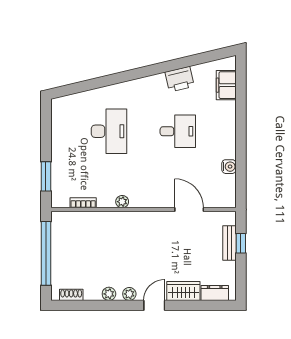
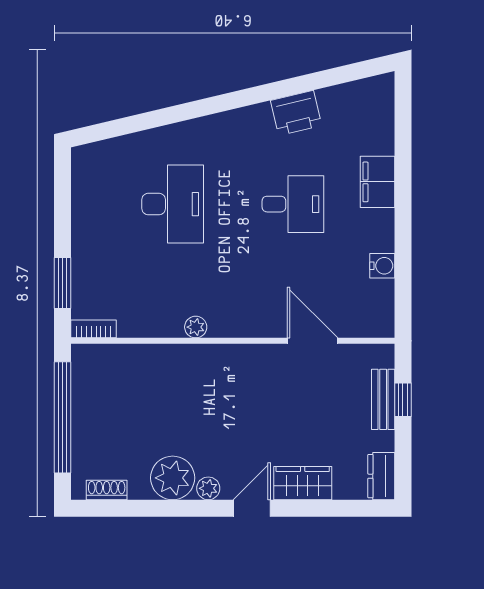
filing cabinet: (226, 85) -> (377, 182), moved
bookcase: (83, 203) -> (94, 329), moved
dresser: (215, 293) -> (381, 476), moved, turned -90
plant: (109, 294) -> (173, 478), width x1.88, depth x1.88

